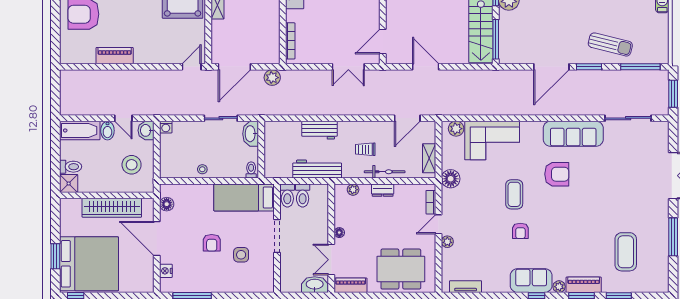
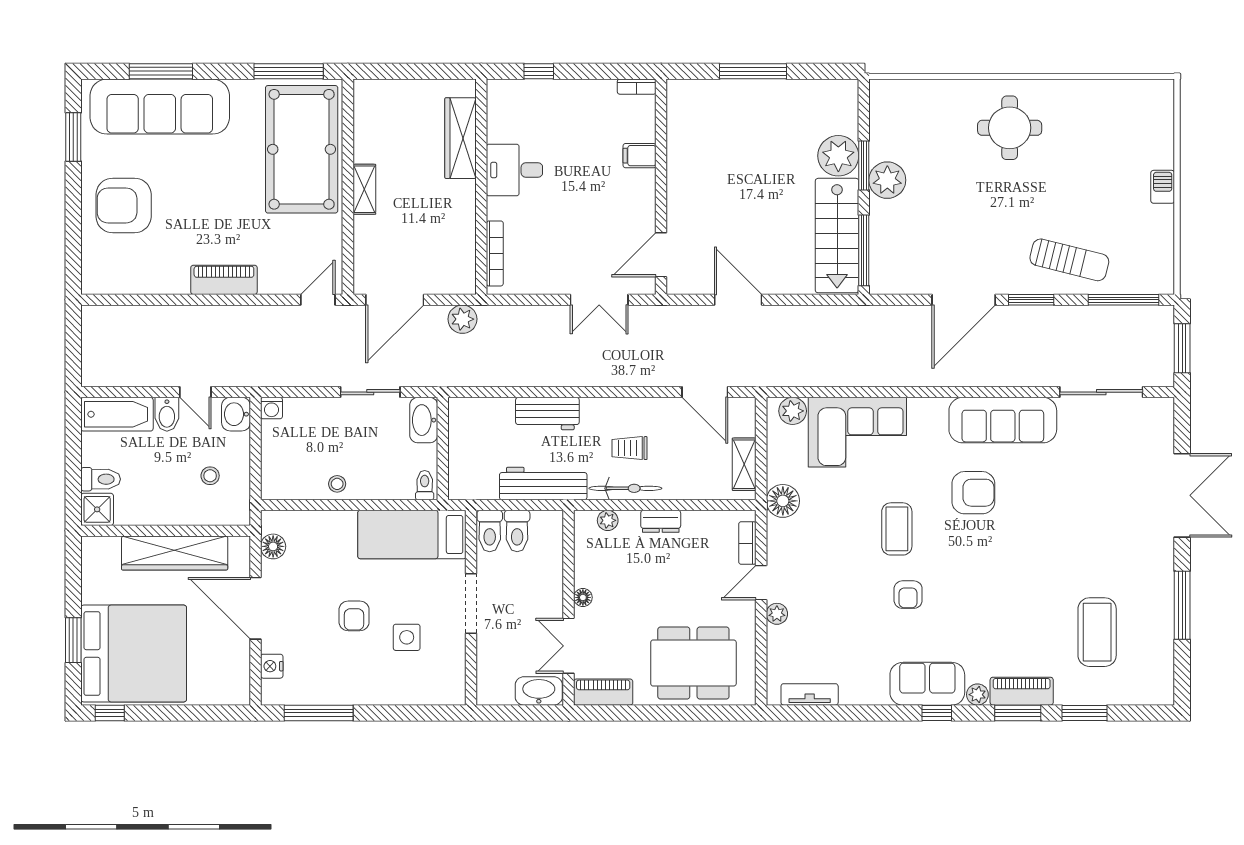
piano: (115, 56) -> (224, 280), moved
door: (407, 118) -> (705, 392), hinge flipped
stool: (132, 165) -> (210, 476), width x0.53, depth x0.53
bicycle: (385, 172) -> (625, 488), moved

